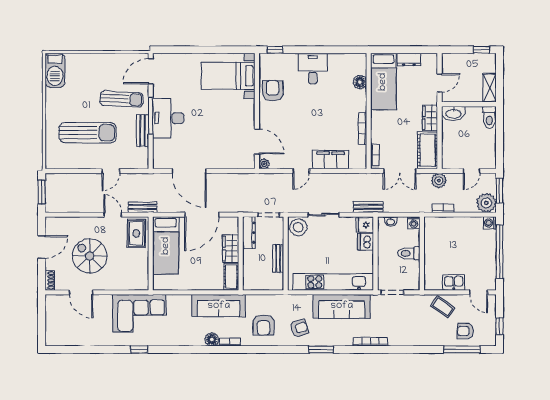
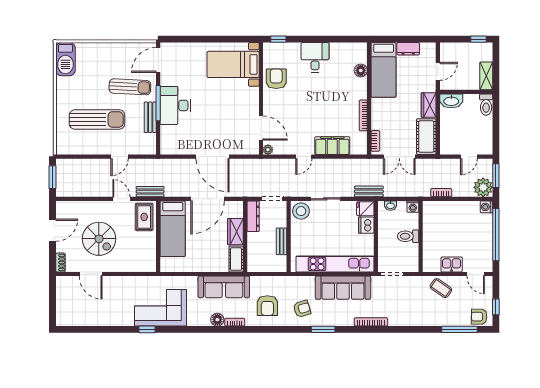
door: (189, 171) -> (213, 157), moved
plant: (439, 181) -> (437, 166), removed
spiral stairs: (90, 256) -> (99, 239), turned 180
corner sofa: (139, 313) -> (161, 308), moved, turned 180
armchair: (465, 331) -> (479, 317), moved

